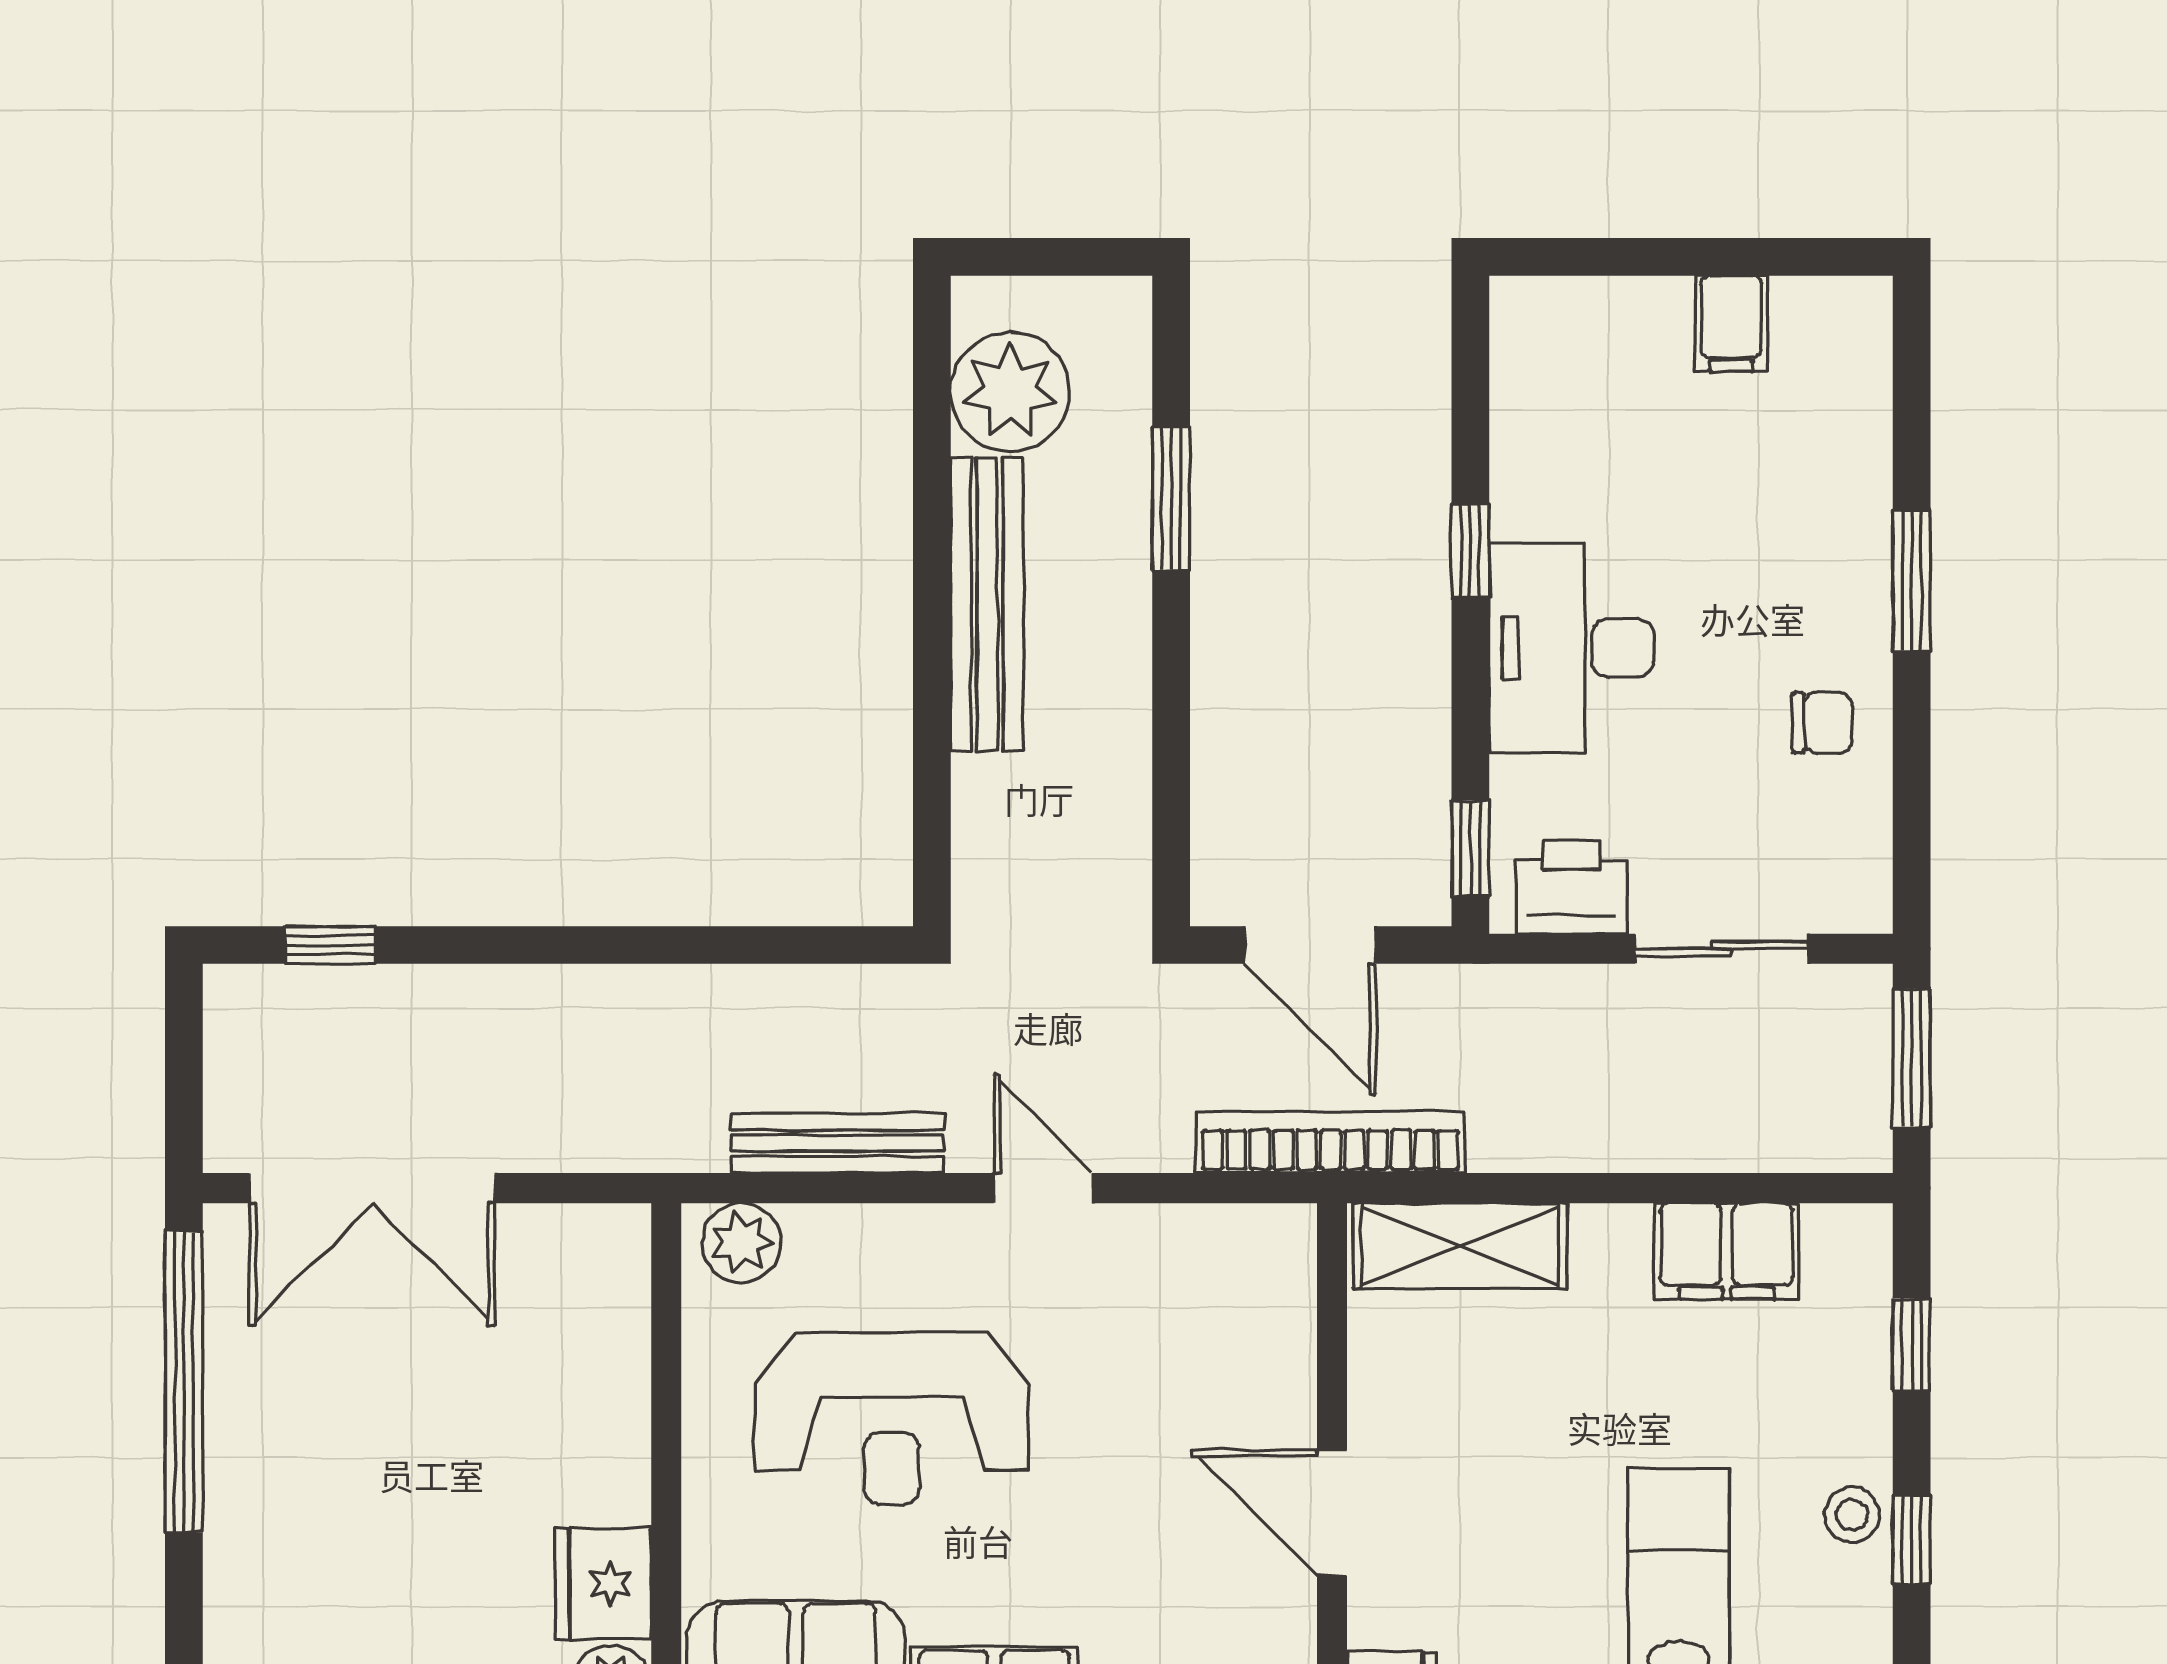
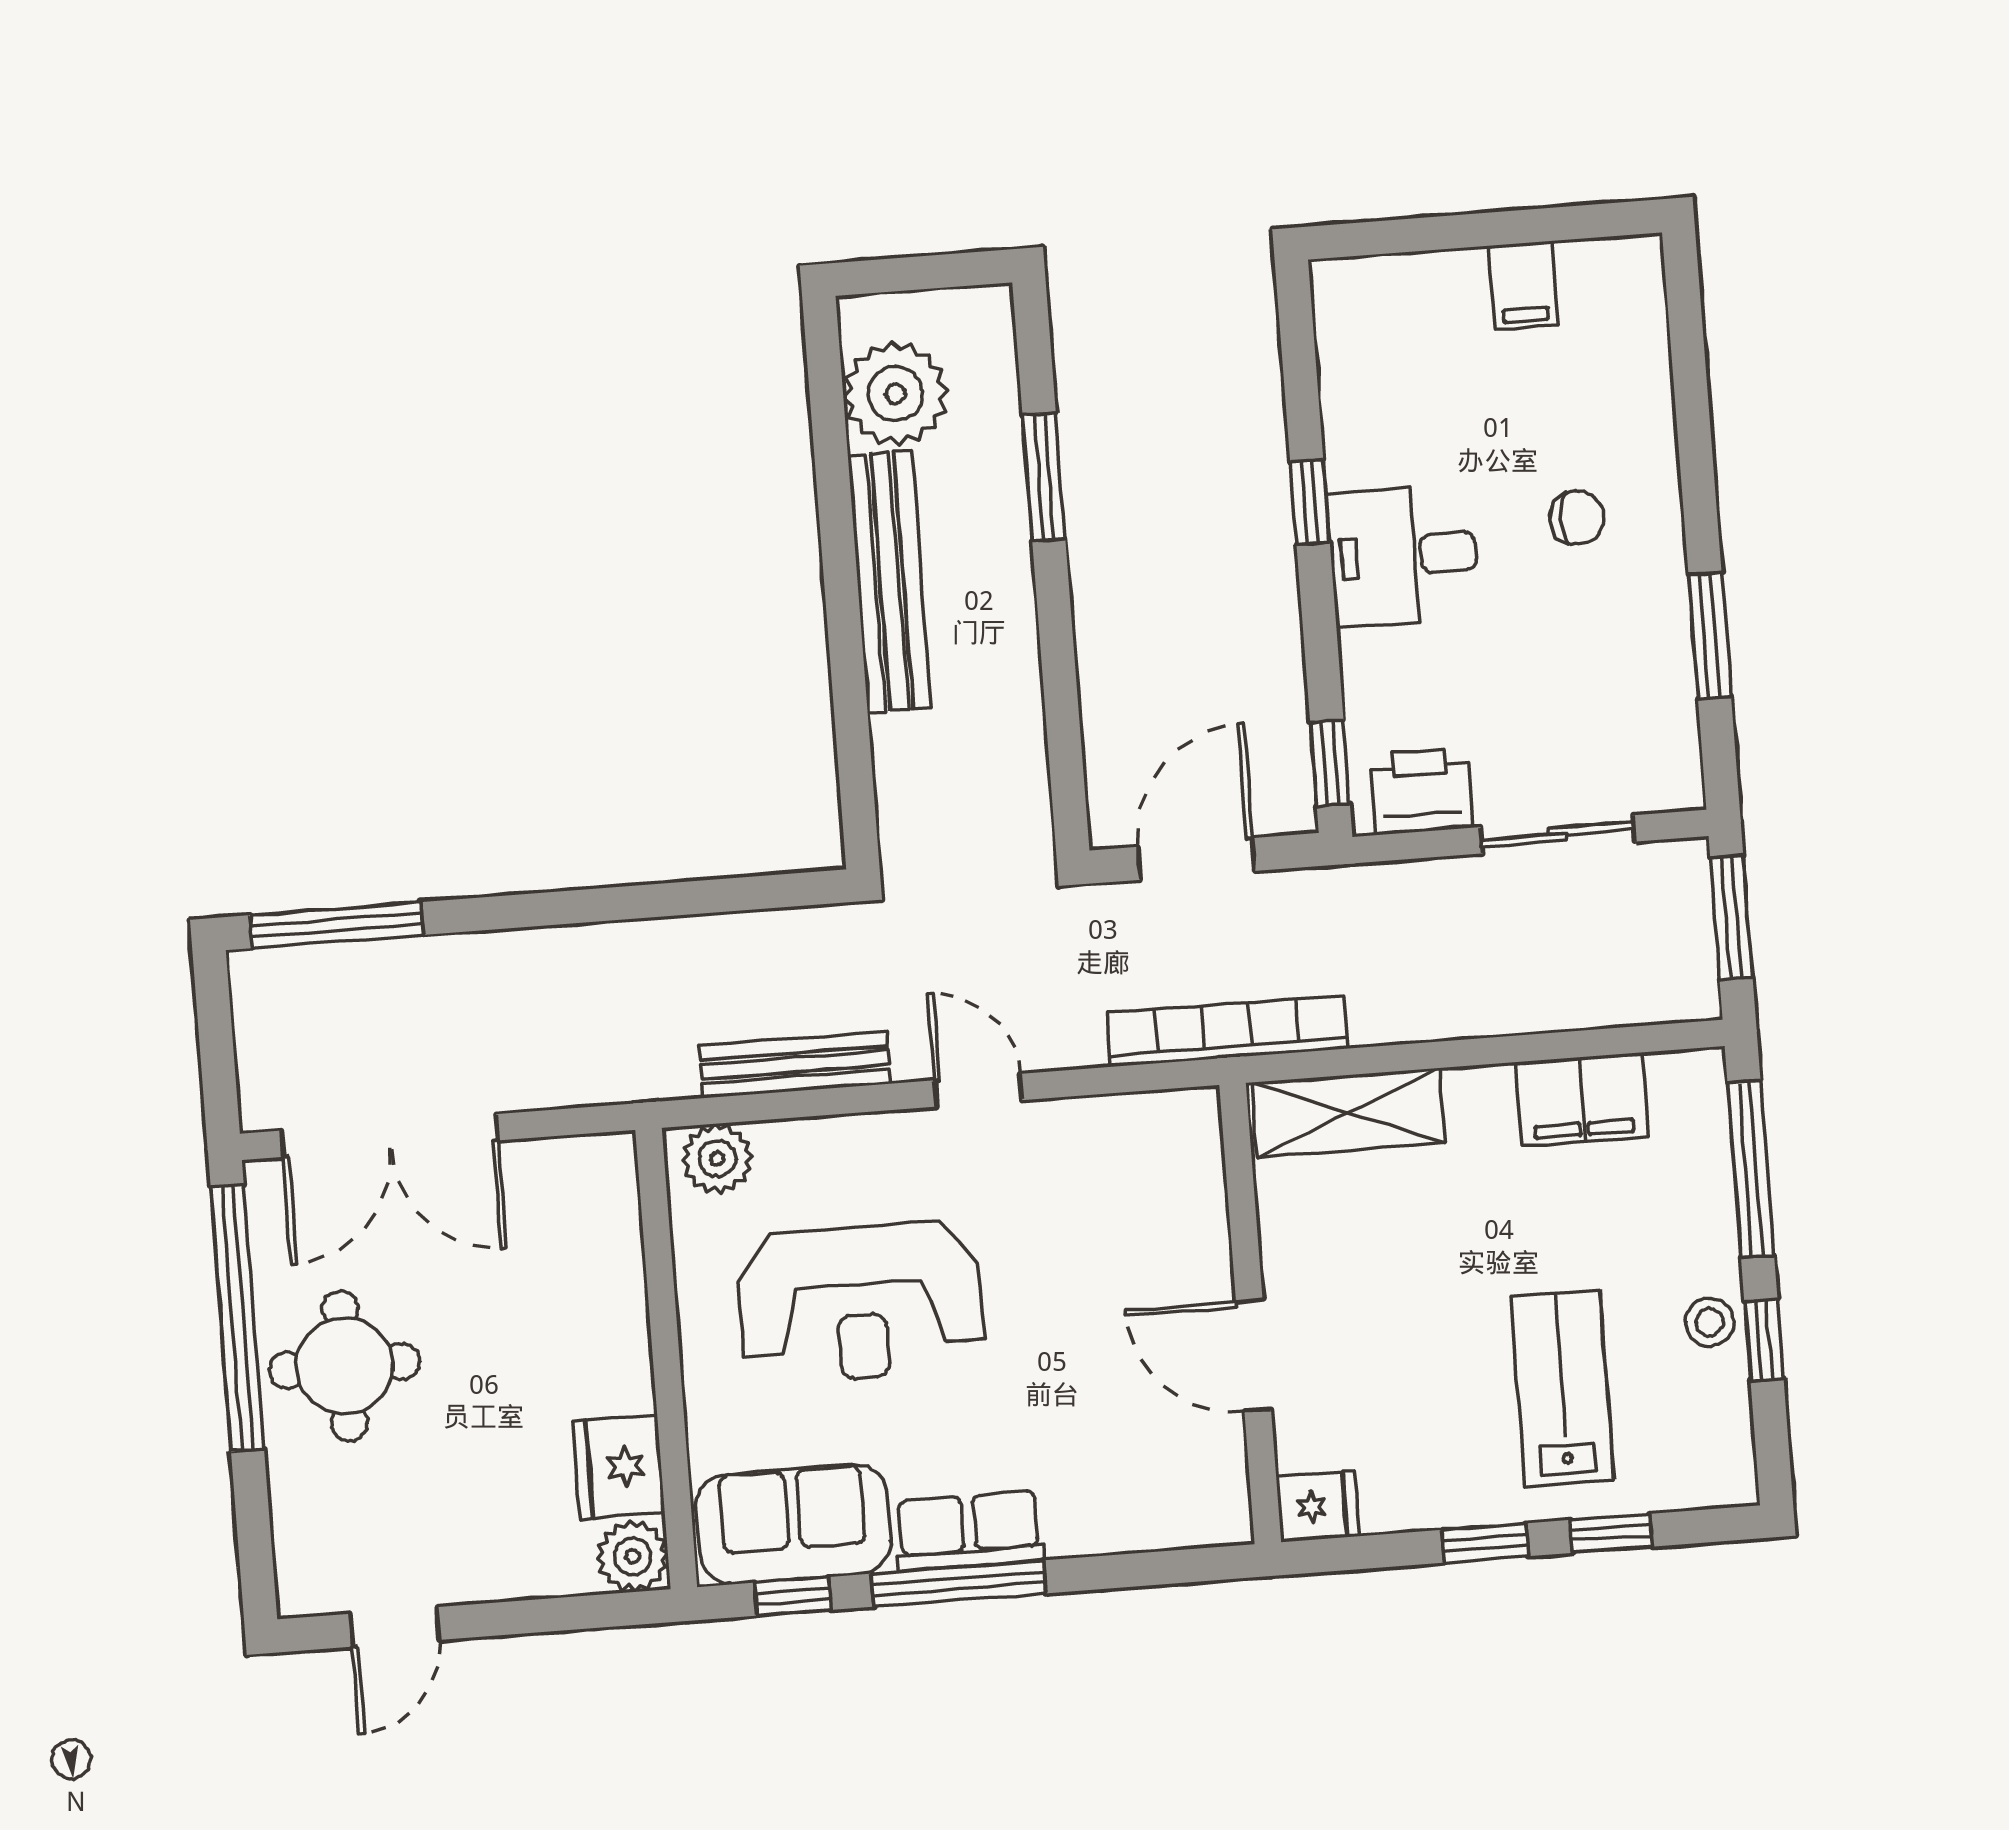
window: (1912, 581) -> (1710, 635), moved
desk: (1572, 648) -> (1403, 556), width x0.73
chair: (1822, 723) -> (1577, 518), moved
window: (331, 945) -> (337, 925), width x2.17
door: (1310, 945) -> (1196, 859), swing flipped
window: (1912, 1345) -> (1751, 1169), width x2.17
round table: (301, 1445) -> (345, 1366), added

